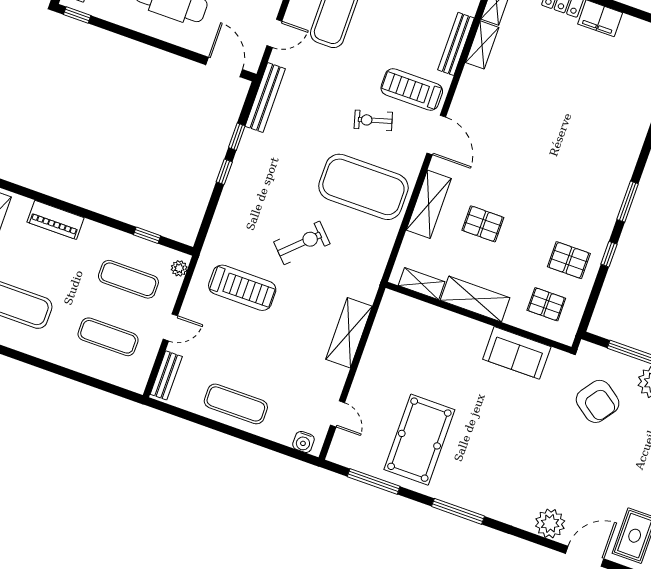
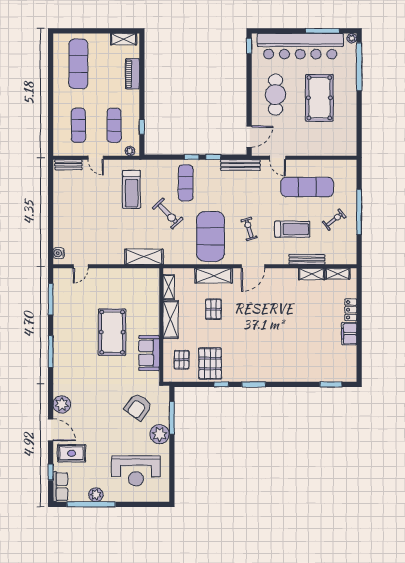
treadmill: (412, 89) -> (292, 229), moved, turned 90
pallet: (569, 260) -> (210, 364), width x1.50, depth x1.42
shelving: (349, 333) -> (144, 257), moved
exercise mat: (236, 404) -> (186, 183), moved
pool table: (419, 440) -> (112, 332), moved, turned 90

